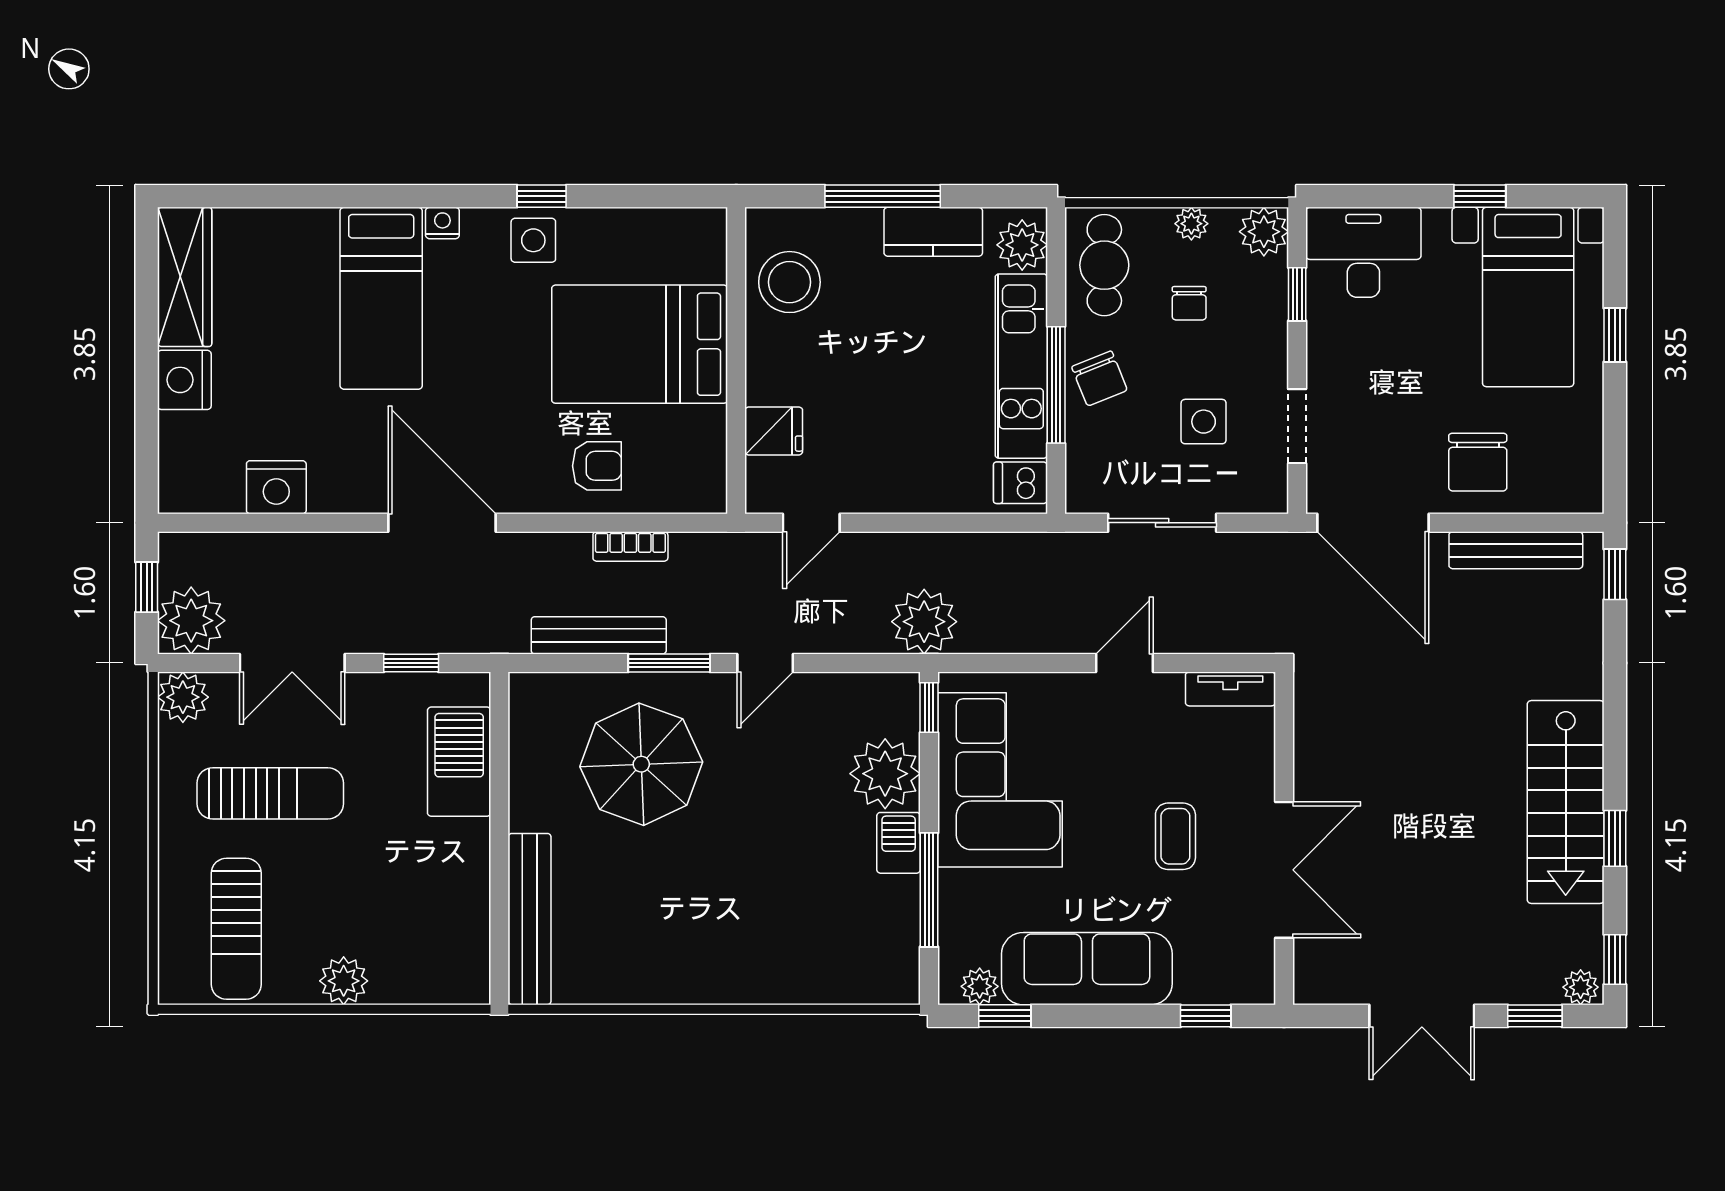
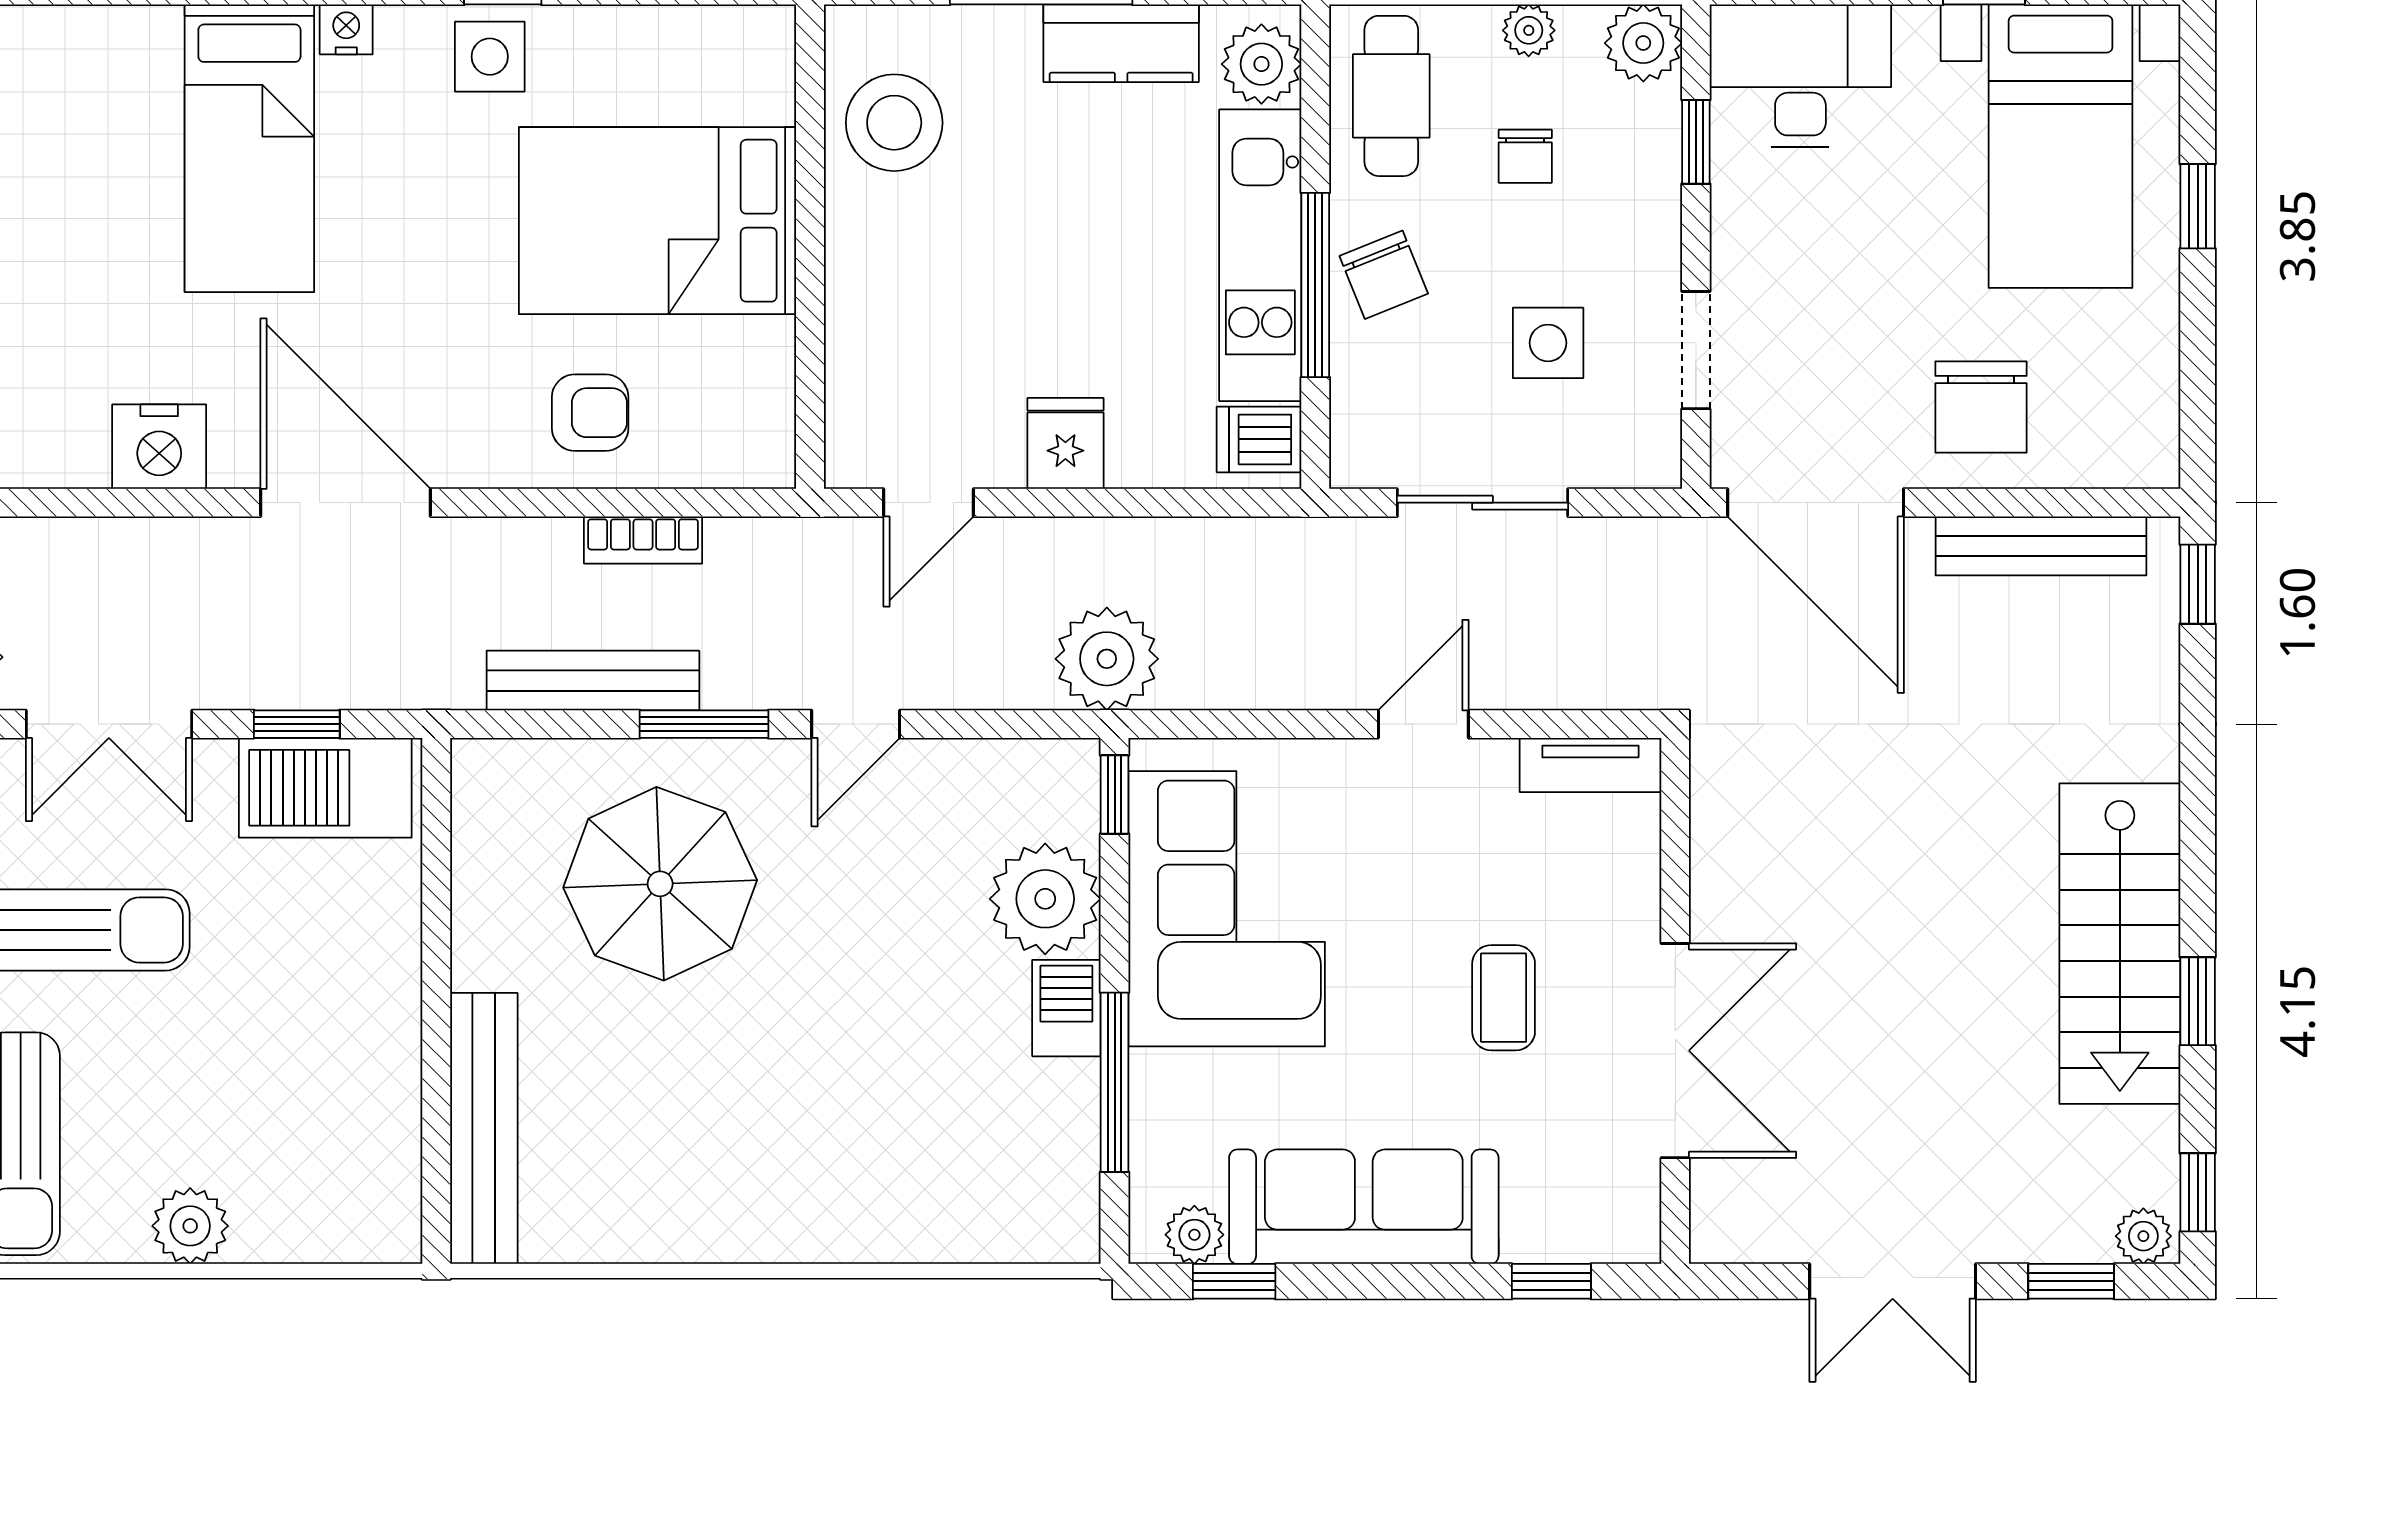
fridge: (774, 431) -> (1065, 443), moved, turned -90
nightstand: (276, 487) -> (159, 447), moved
barbecue: (459, 762) -> (325, 788), moved, turned -90

